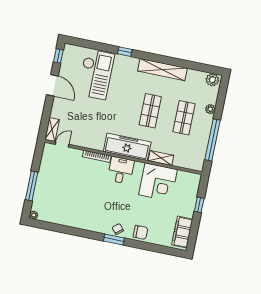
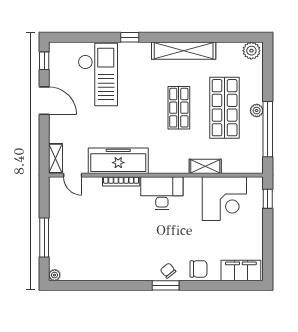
plant: (210, 109) -> (257, 111), moved
shop shelf: (184, 118) -> (225, 108), width x1.43, depth x1.36
door: (62, 144) -> (73, 175), swing flipped
freezer: (127, 147) -> (118, 161), moved
desk: (121, 170) -> (162, 193), width x1.37
corner desk: (158, 182) -> (224, 199), moved
window: (199, 205) -> (268, 199), moved
filing cabinet: (182, 232) -> (241, 271), moved, turned 90

